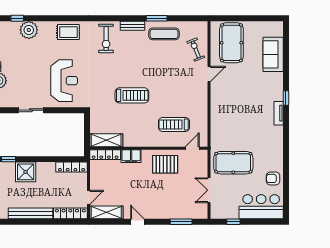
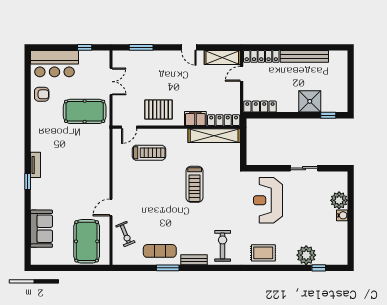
treadmill: (132, 95) -> (195, 184), turned -90
shelving: (106, 140) -> (214, 136), width x1.47

